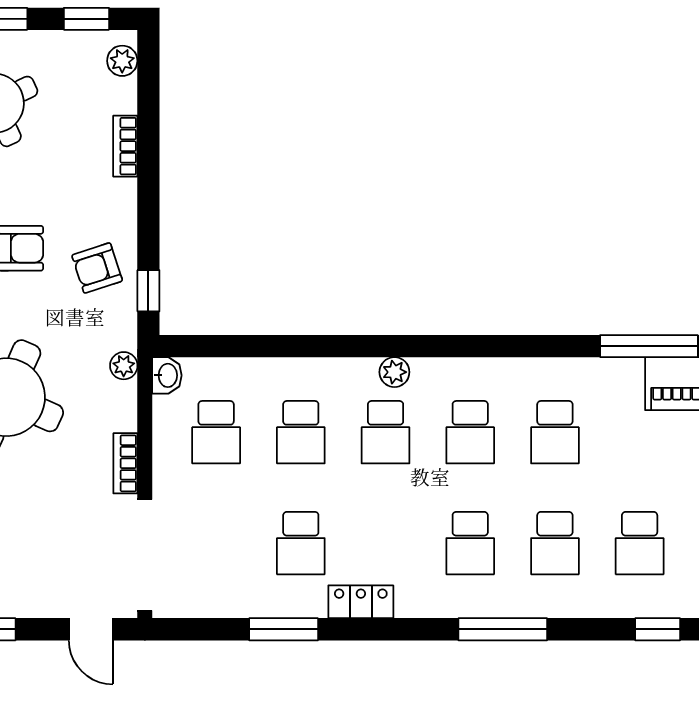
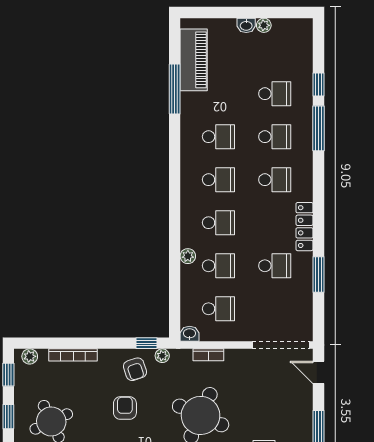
bookcase: (125, 146) -> (73, 355), width x1.56
plant: (124, 366) -> (162, 356), moved
plant: (394, 372) -> (188, 256), moved
bookcase: (125, 463) -> (208, 355), moved
locker: (361, 602) -> (304, 227), width x1.53
door: (91, 629) -> (318, 372), swing flipped
window: (503, 629) -> (318, 128), moved

